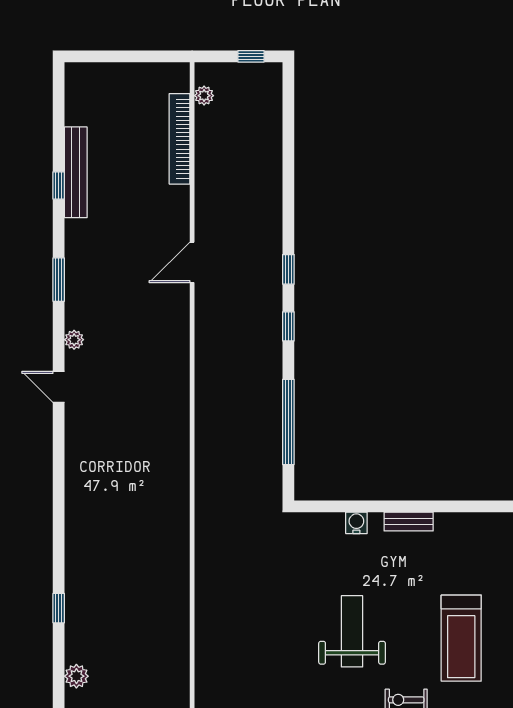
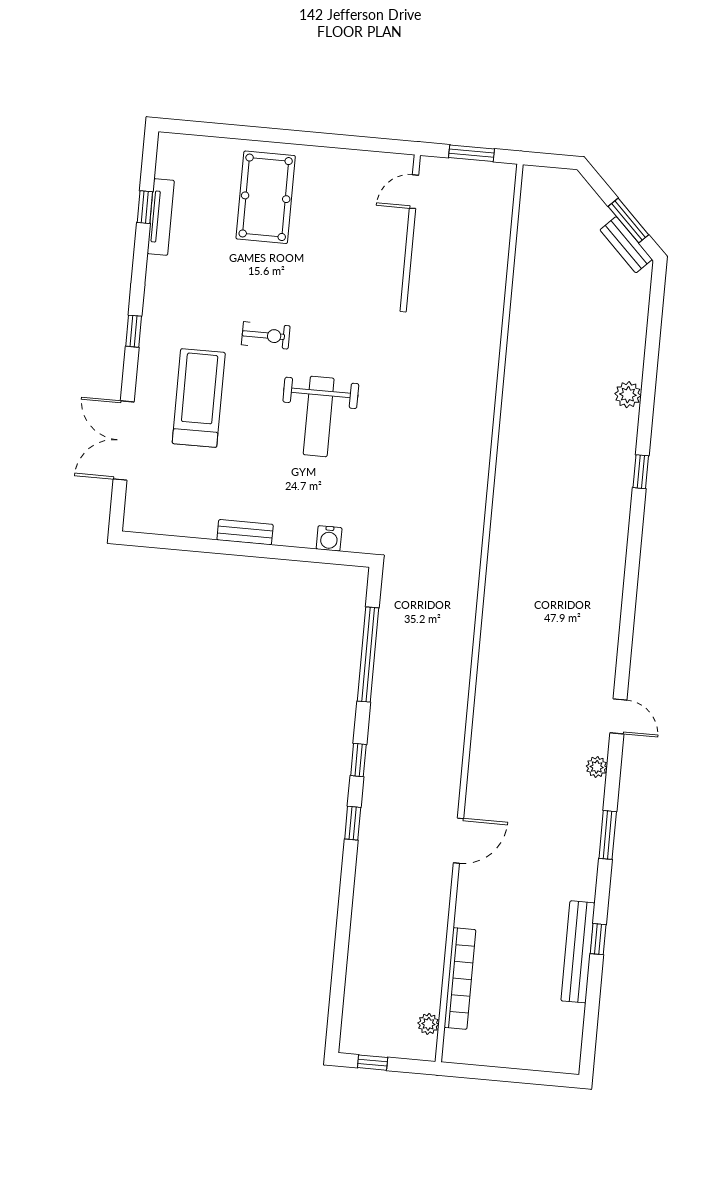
water cooler: (356, 523) -> (329, 538), moved

